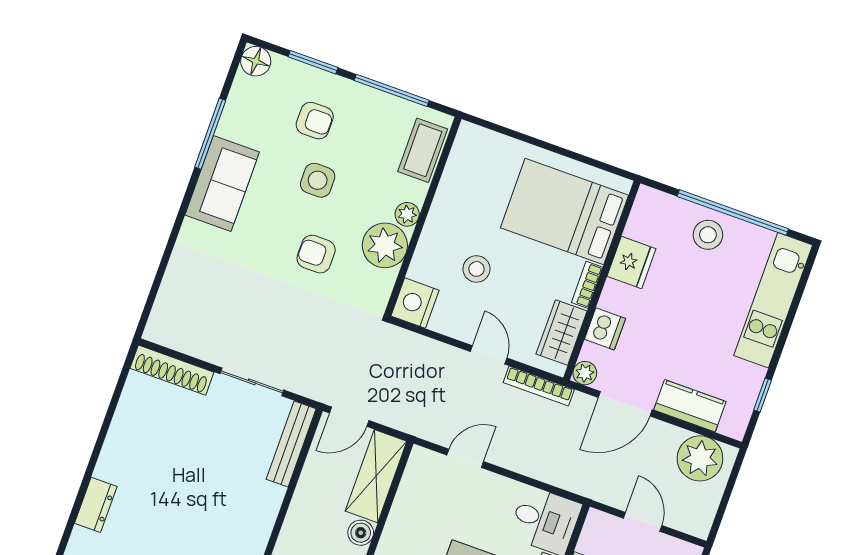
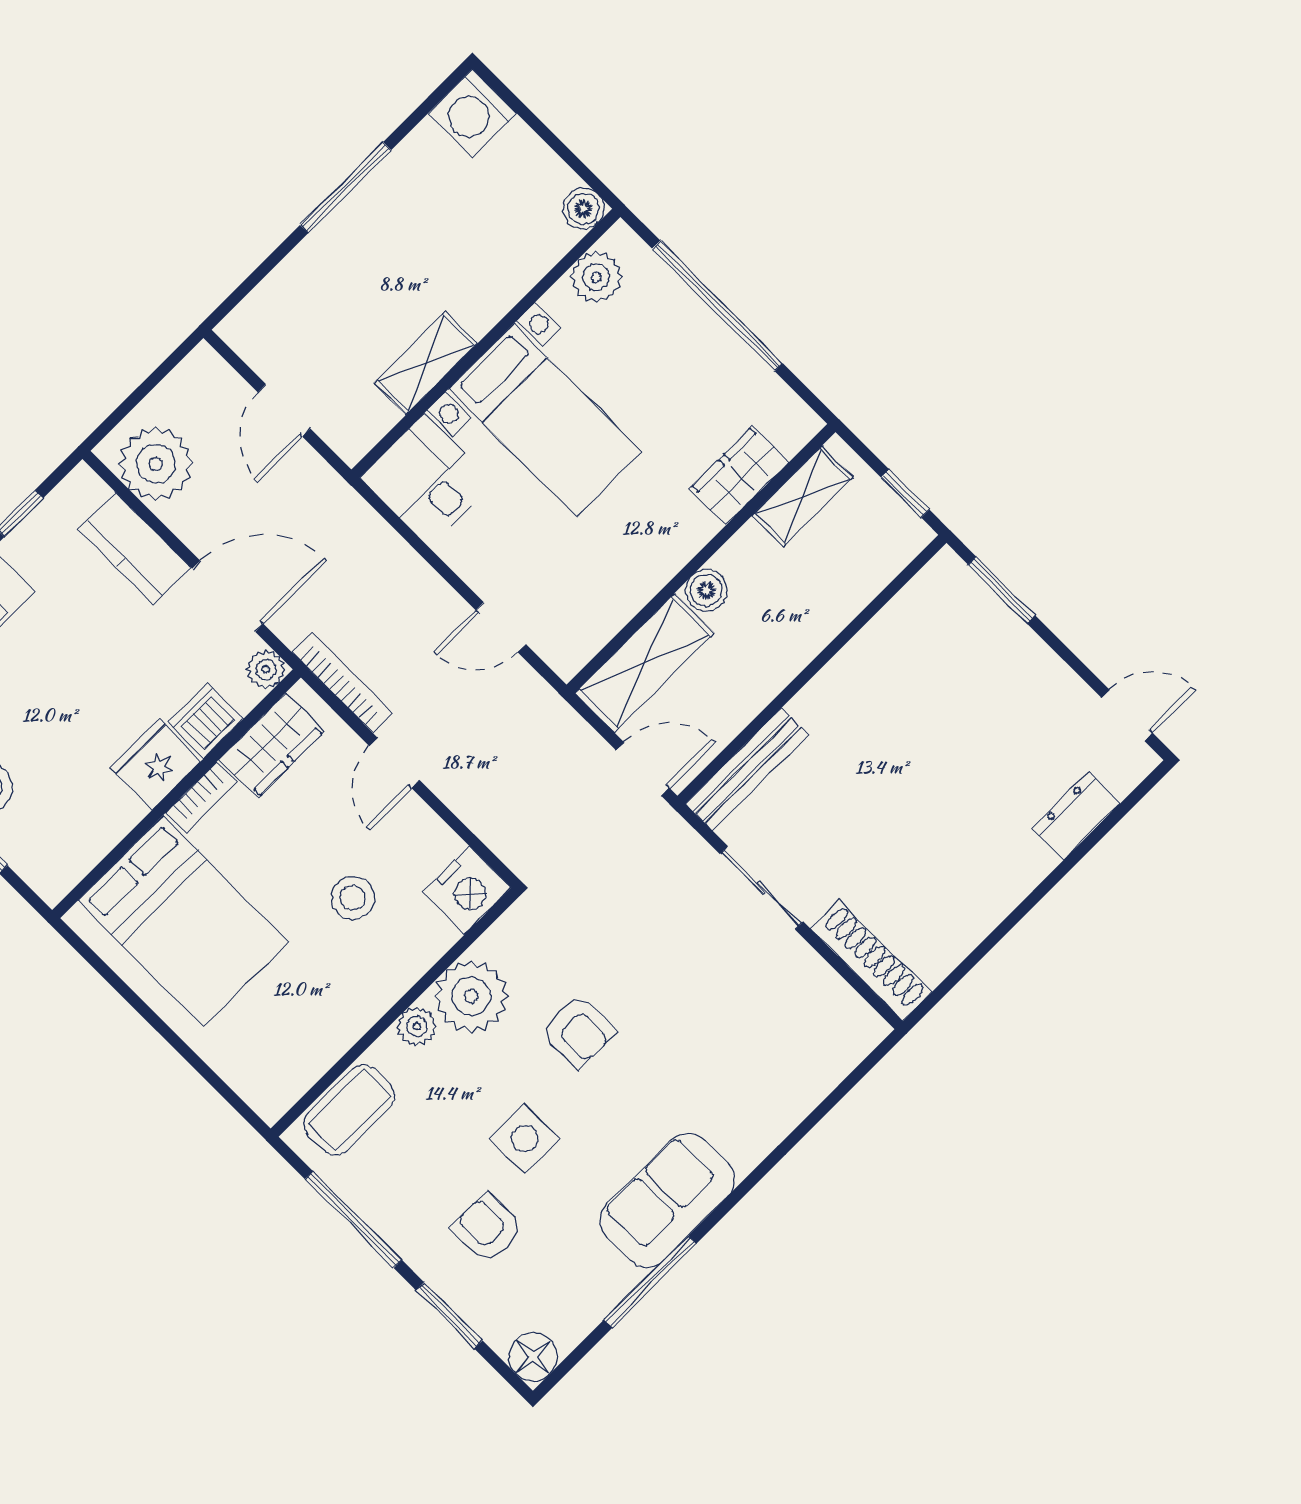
fridge: (631, 263) -> (156, 764), moved

